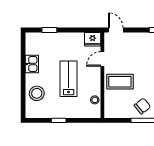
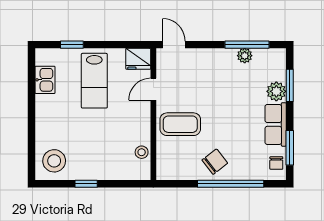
kitchen sink: (32, 64) -> (45, 80), moved
lab bench: (69, 79) -> (94, 81), moved, turned 180
stool: (37, 93) -> (54, 161), moved

